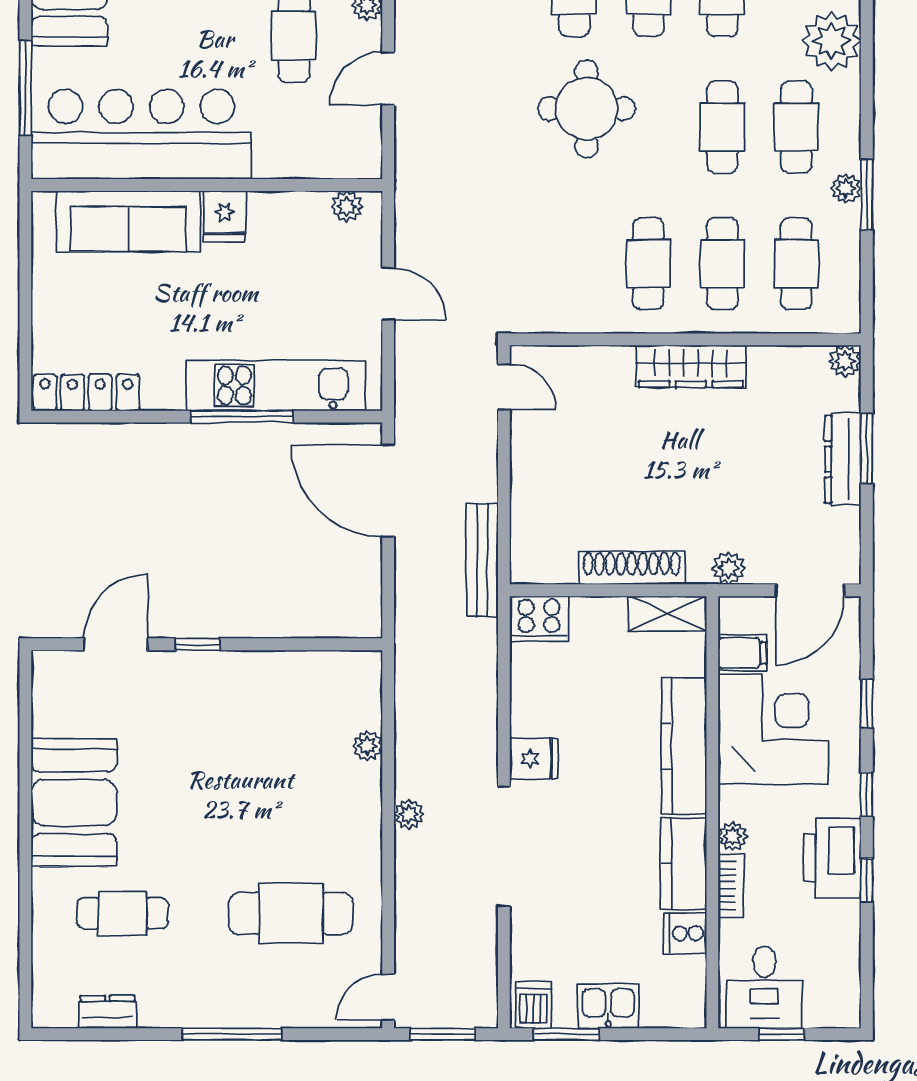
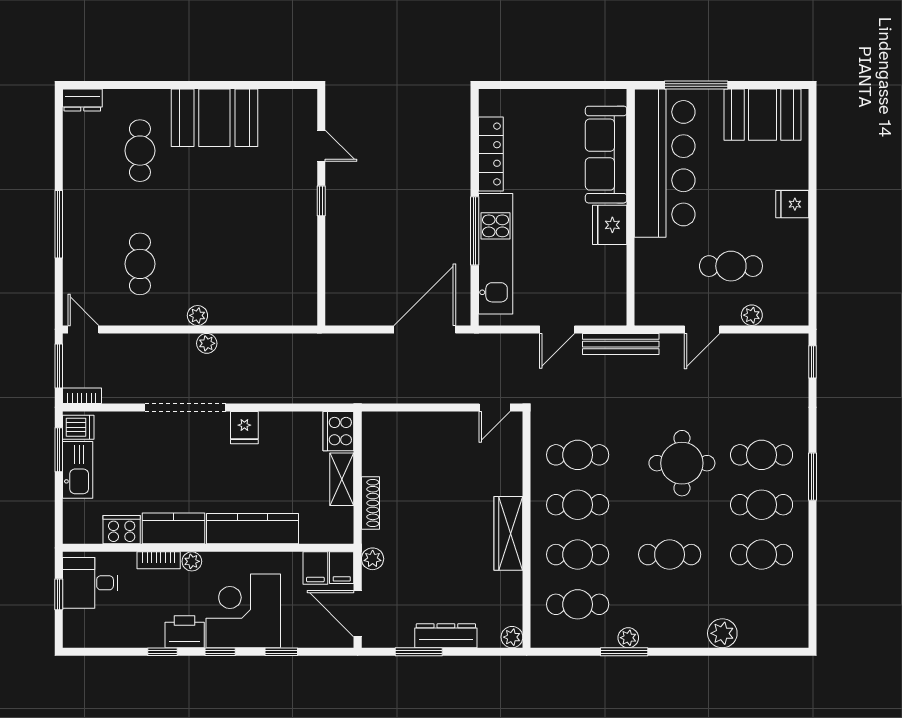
plant: (831, 41) -> (722, 633), width x0.73, depth x0.73
door: (388, 79) -> (702, 329), swing flipped
cafe table: (796, 127) -> (578, 455), moved
plant: (347, 206) -> (616, 302), removed
fridge: (225, 216) -> (610, 225), width x1.38
locker: (86, 392) -> (491, 154), moved
window: (867, 449) -> (419, 652), moved
bench: (482, 560) -> (621, 344), moved
shoe rack: (632, 568) -> (370, 503), width x0.74, depth x0.81
shelving: (667, 614) -> (342, 479), moved
filing cabinet: (742, 614) -> (342, 568), added
door: (116, 644) -> (321, 146), width x0.73
corner desk: (773, 729) -> (243, 611), moved, turned 180
plant: (367, 746) -> (197, 315), moved
printer: (832, 858) -> (185, 632), width x0.73, depth x0.84
cafe table: (291, 913) -> (140, 264), width x0.73, depth x0.74
cooker: (685, 933) -> (122, 530), width x1.36
bookcase: (487, 999) -> (82, 396), added
kitchen sink: (608, 1006) -> (78, 470), width x1.38
dresser: (107, 1012) -> (82, 100), moved, turned 90

